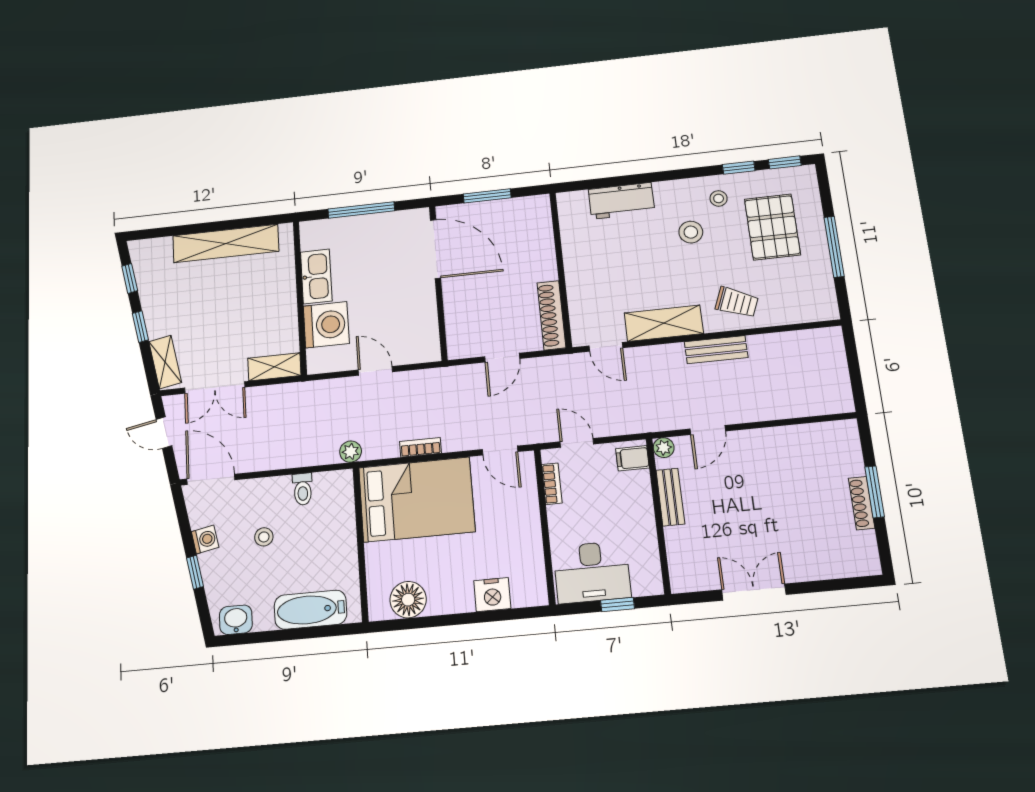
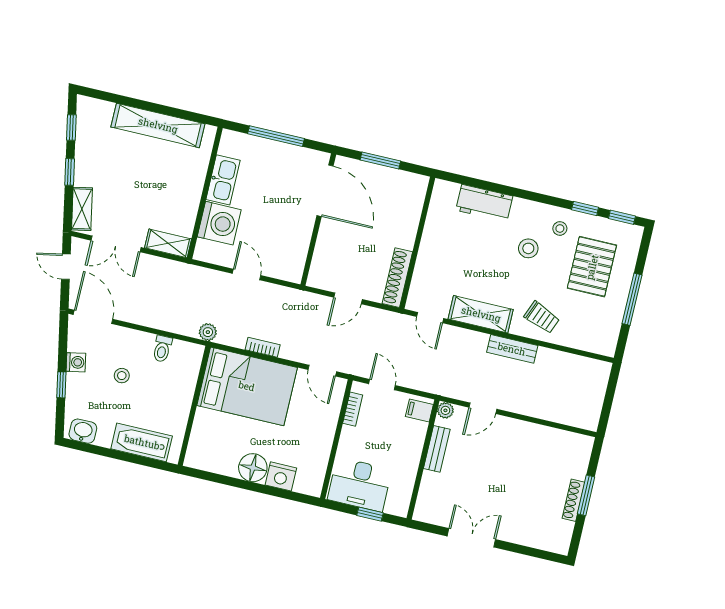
floor lamp: (408, 600) -> (253, 468), moved

